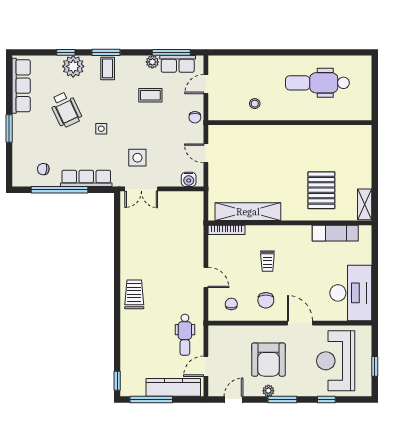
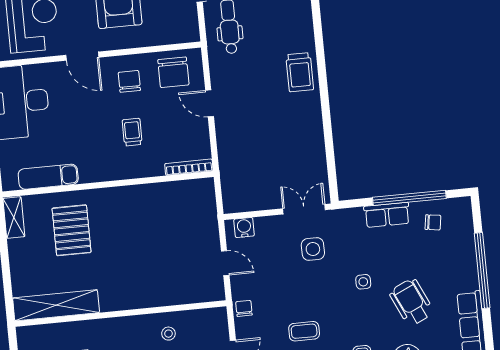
window: (9, 128) -> (482, 271), width x2.11
row of seats: (86, 178) -> (387, 215), width x0.68
shelving: (248, 212) -> (56, 305), moved
chair: (231, 304) -> (173, 72), width x1.87, depth x1.87

